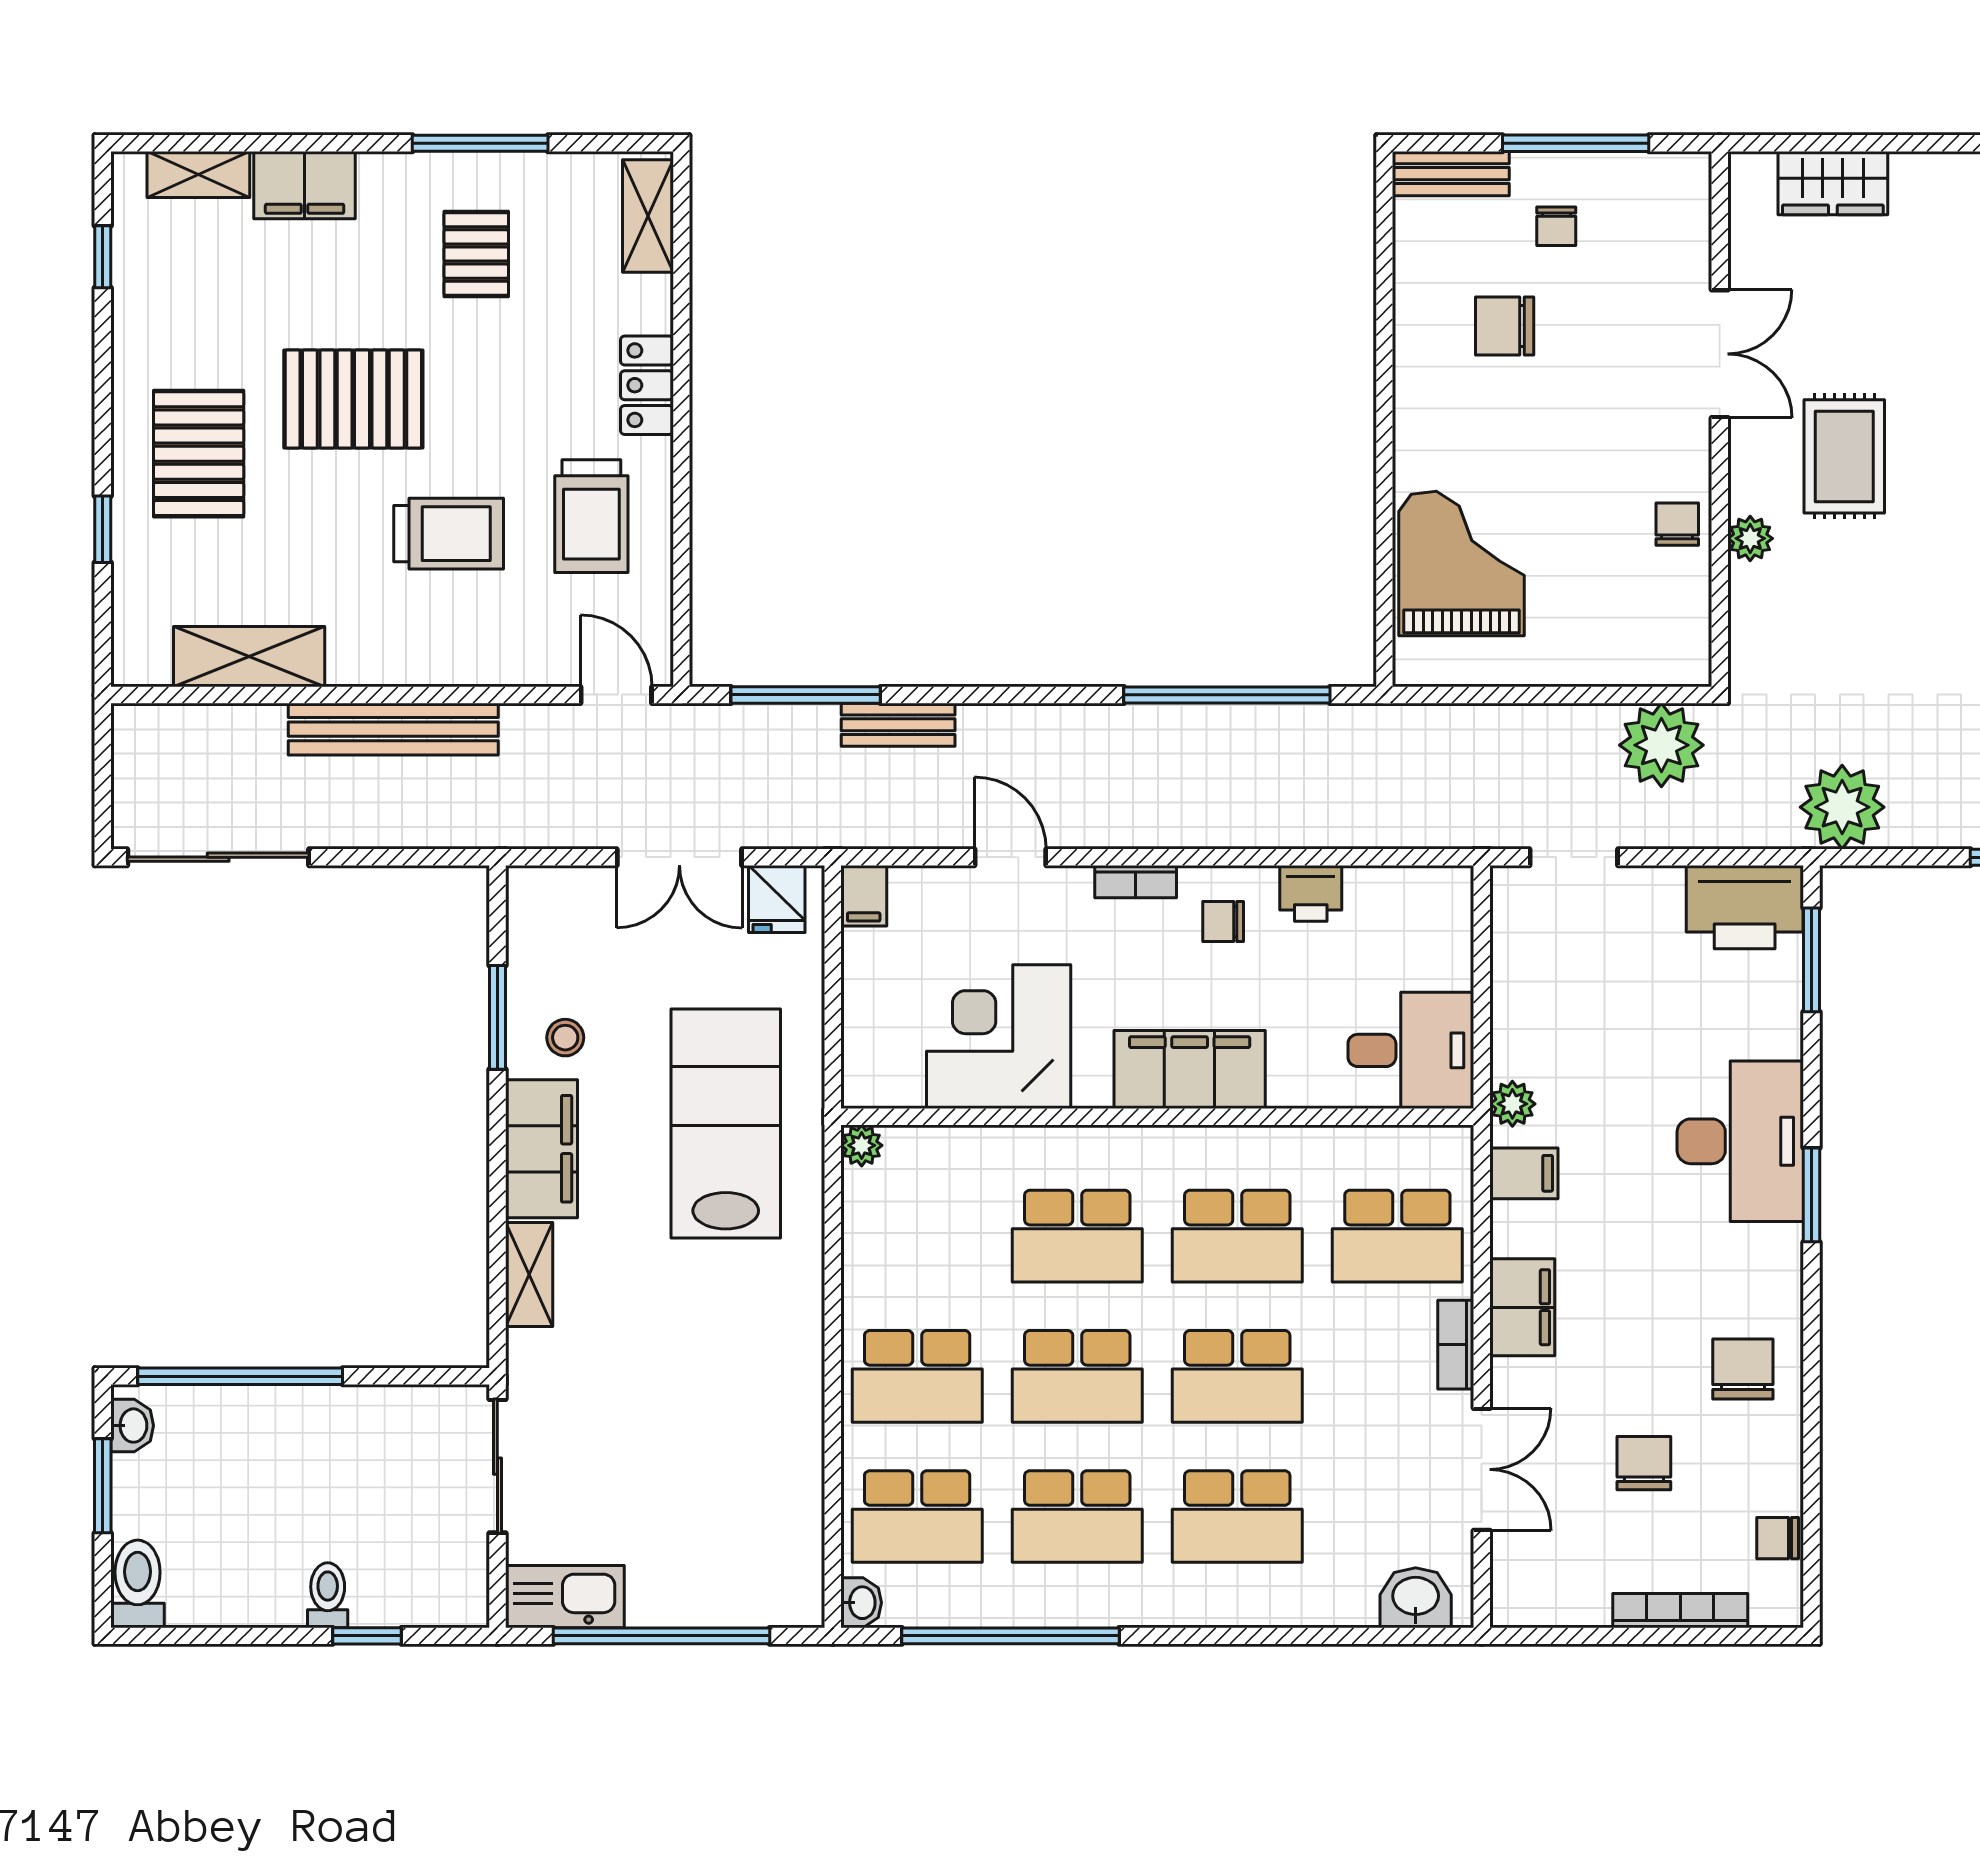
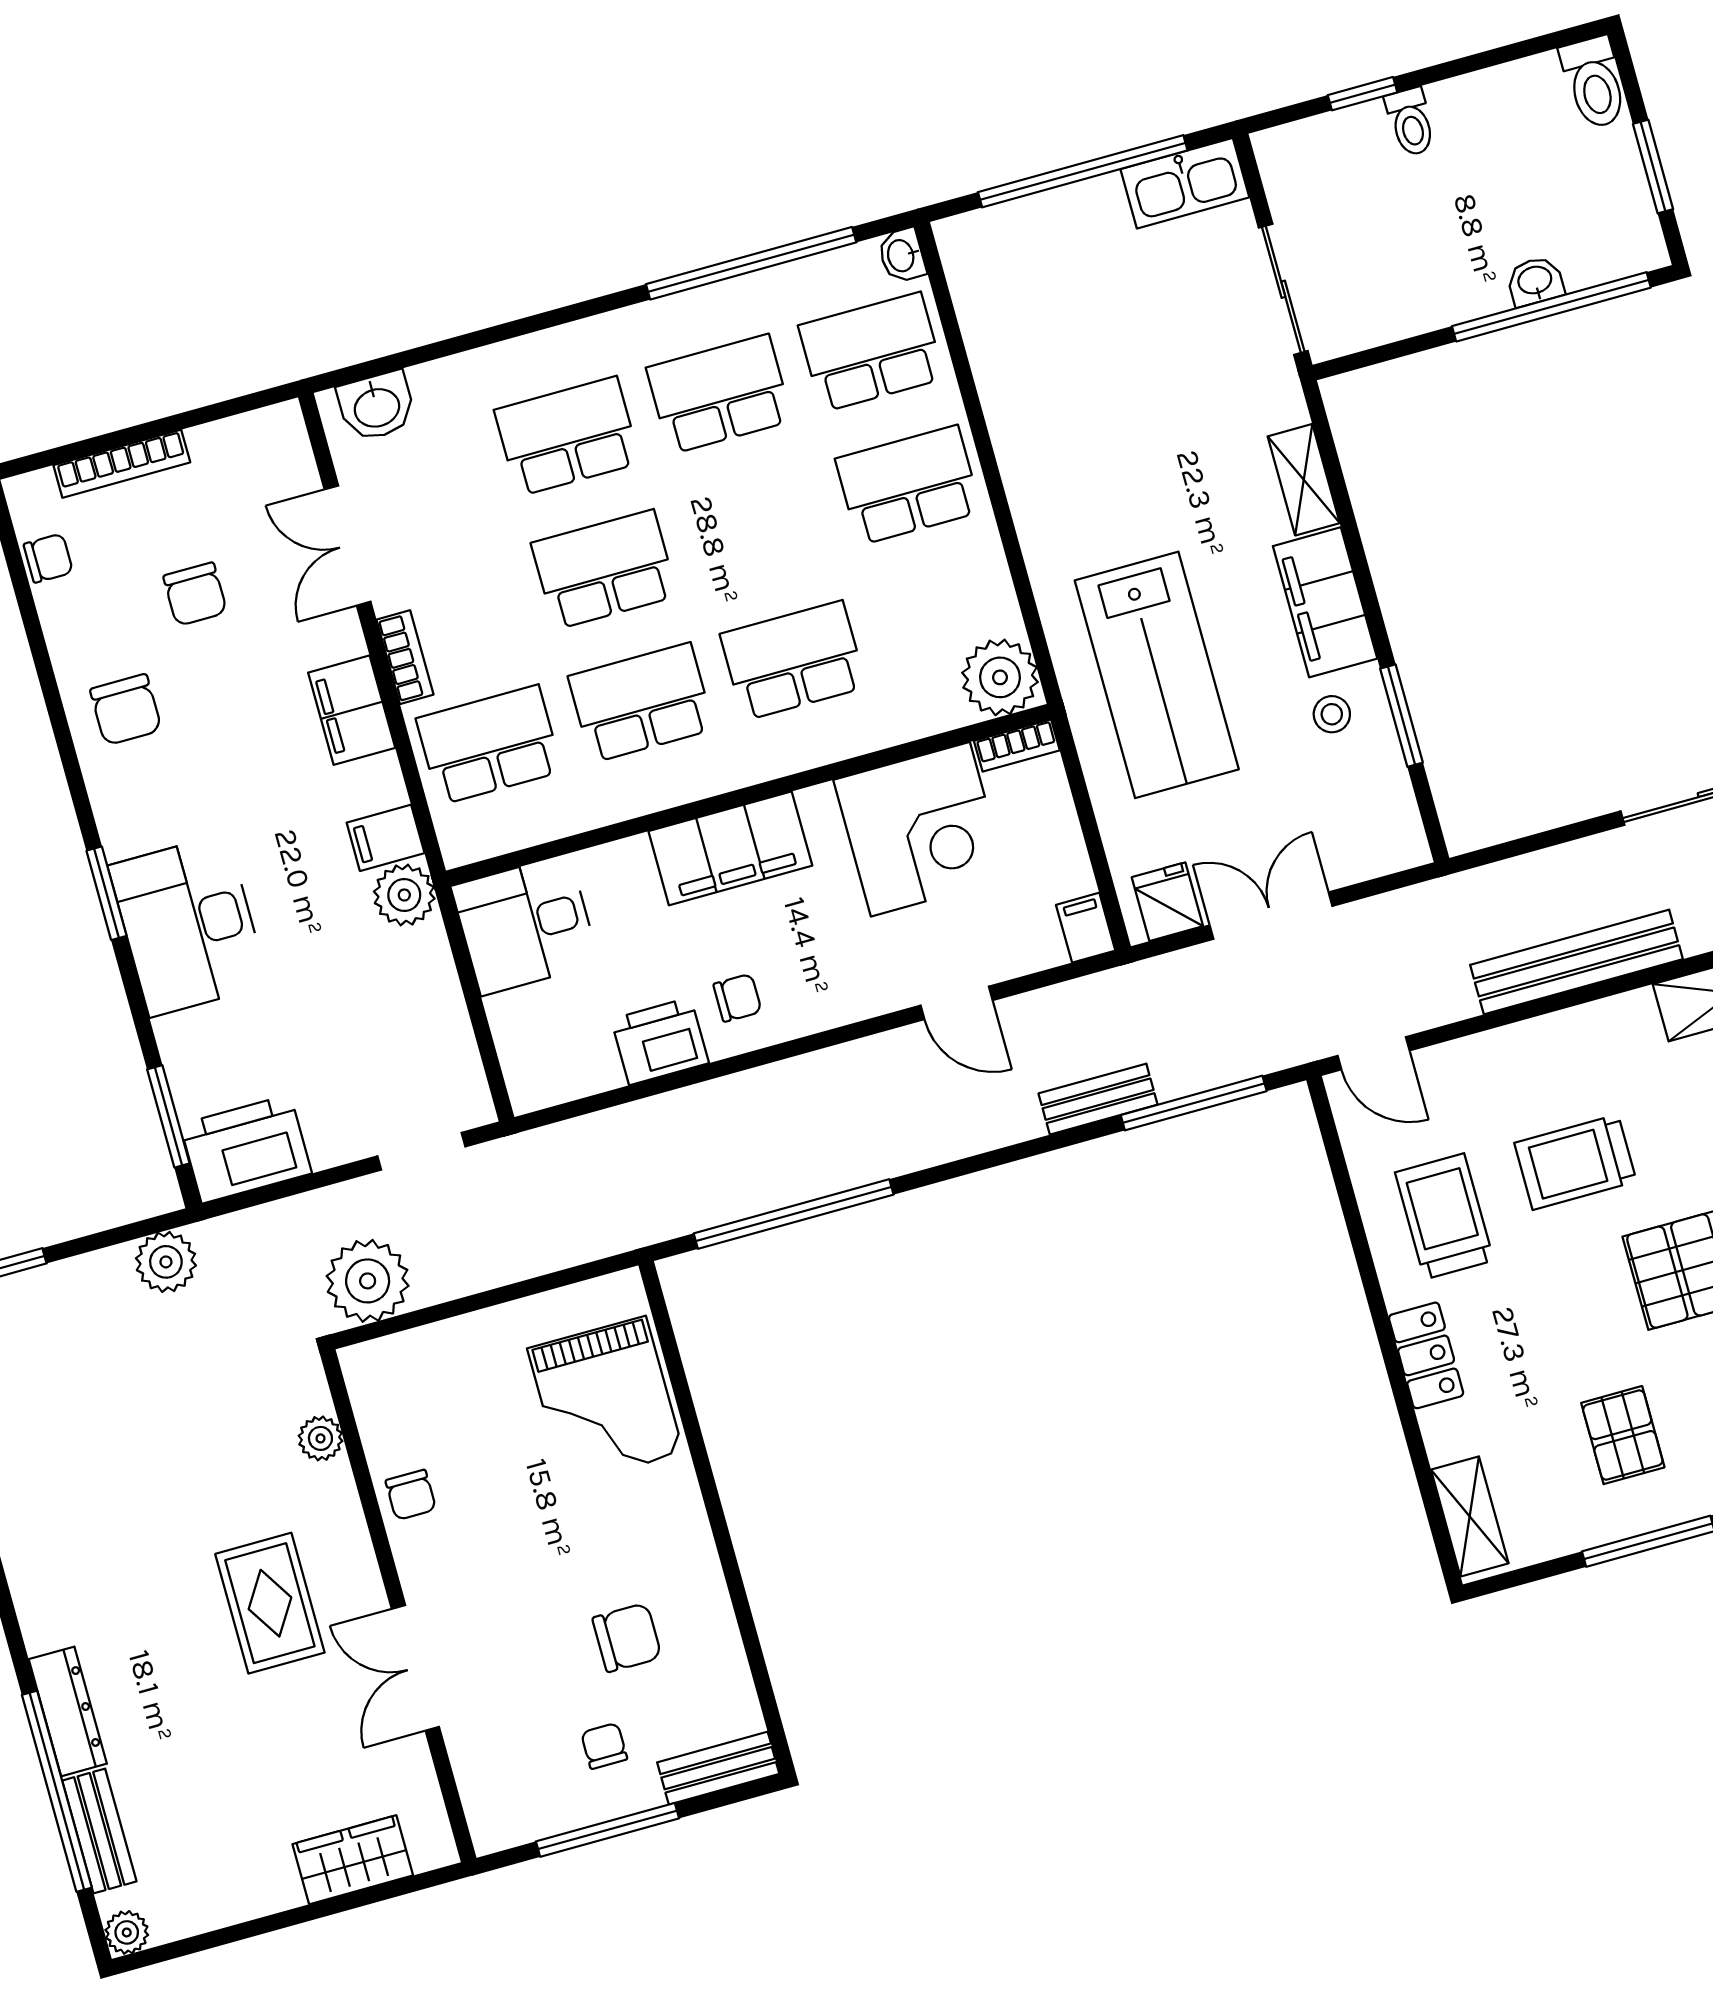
plant: (1750, 538) -> (320, 1438), moved
plant: (1842, 807) -> (166, 1262), width x0.73, depth x0.73
bookcase: (1136, 882) -> (1017, 746), moved, turned 180
printer: (1311, 893) -> (660, 1041), width x1.36, depth x1.24
plant: (1512, 1104) -> (404, 895), width x1.38, depth x1.38
plant: (862, 1145) -> (1000, 677), width x1.87, depth x1.87
school desk: (1077, 1376) -> (756, 527), removed
washbasin: (132, 1426) -> (1535, 281), moved, turned 90

